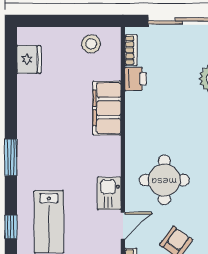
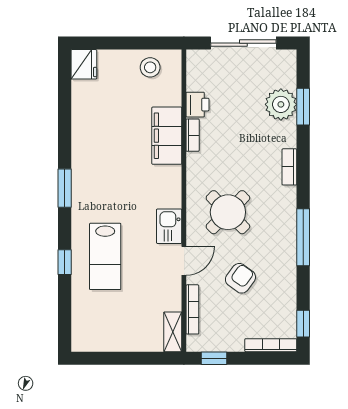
bookcase: (131, 50) -> (193, 135), moved
fridge: (29, 59) -> (84, 64), moved
round table: (164, 180) -> (228, 212), turned 45

